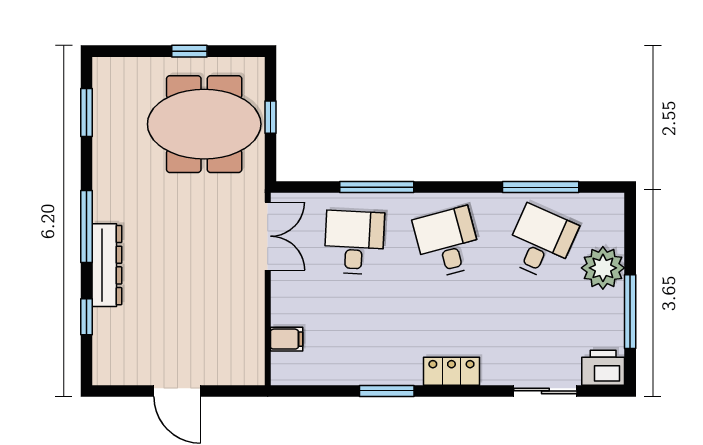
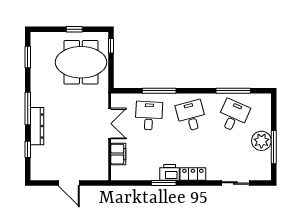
window: (271, 117) -> (111, 46), moved
double door: (268, 236) -> (110, 124), moved
plant: (603, 268) -> (261, 141), moved
filing cabinet: (287, 339) -> (118, 154), width x2.00
printer: (603, 368) -> (170, 172), moved

